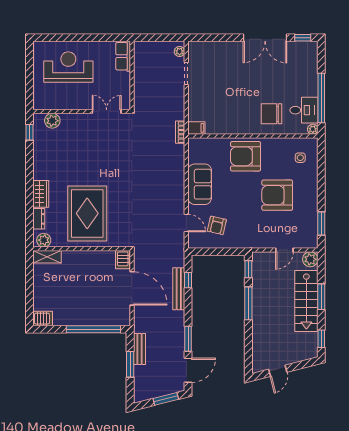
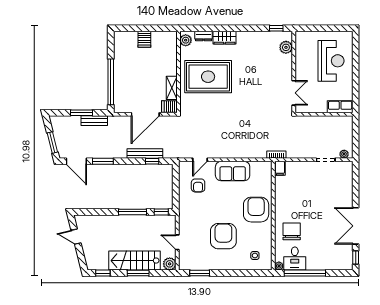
armchair: (217, 225) -> (198, 185), turned -103
shelving: (47, 257) -> (172, 88), moved
server rack: (43, 319) -> (144, 39), moved

